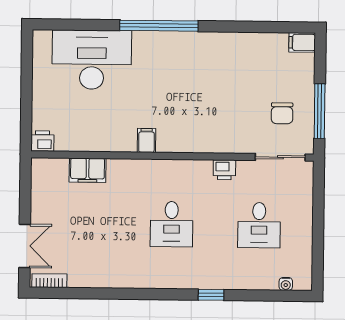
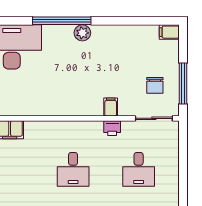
plant: (186, 42) -> (82, 33), added
filing cabinet: (147, 140) -> (111, 107), moved

